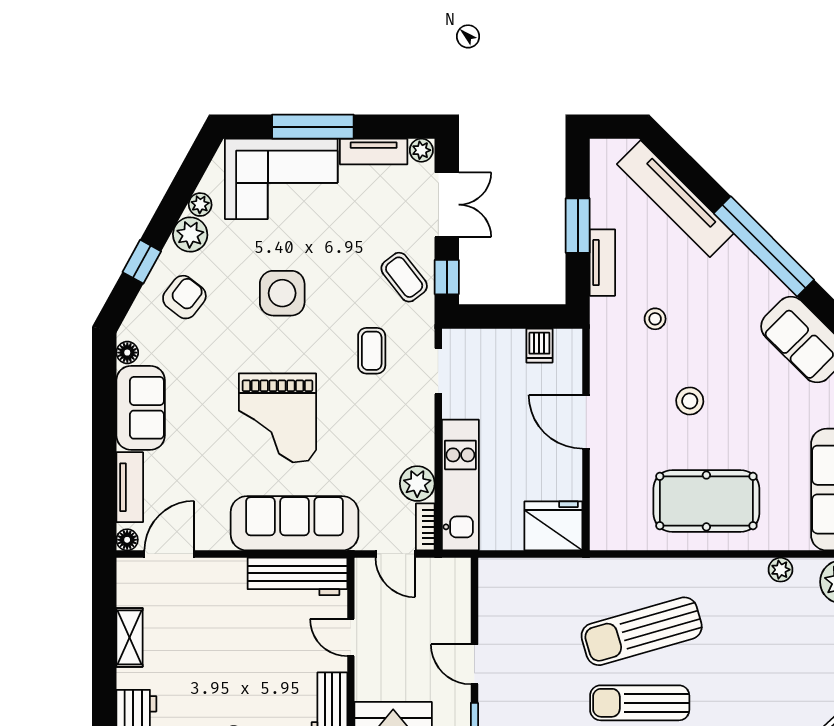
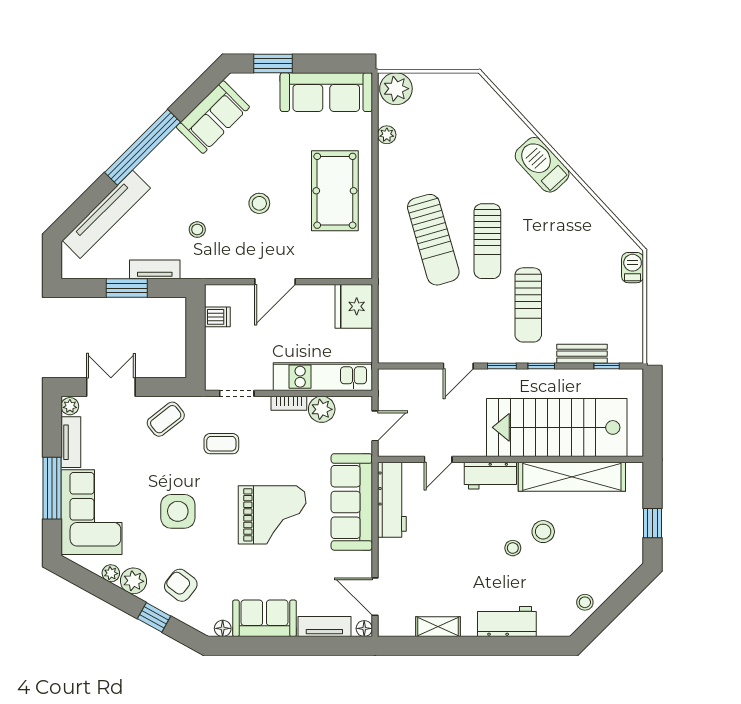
window: (447, 277) -> (166, 387), removed
bookcase: (425, 527) -> (289, 403), moved

